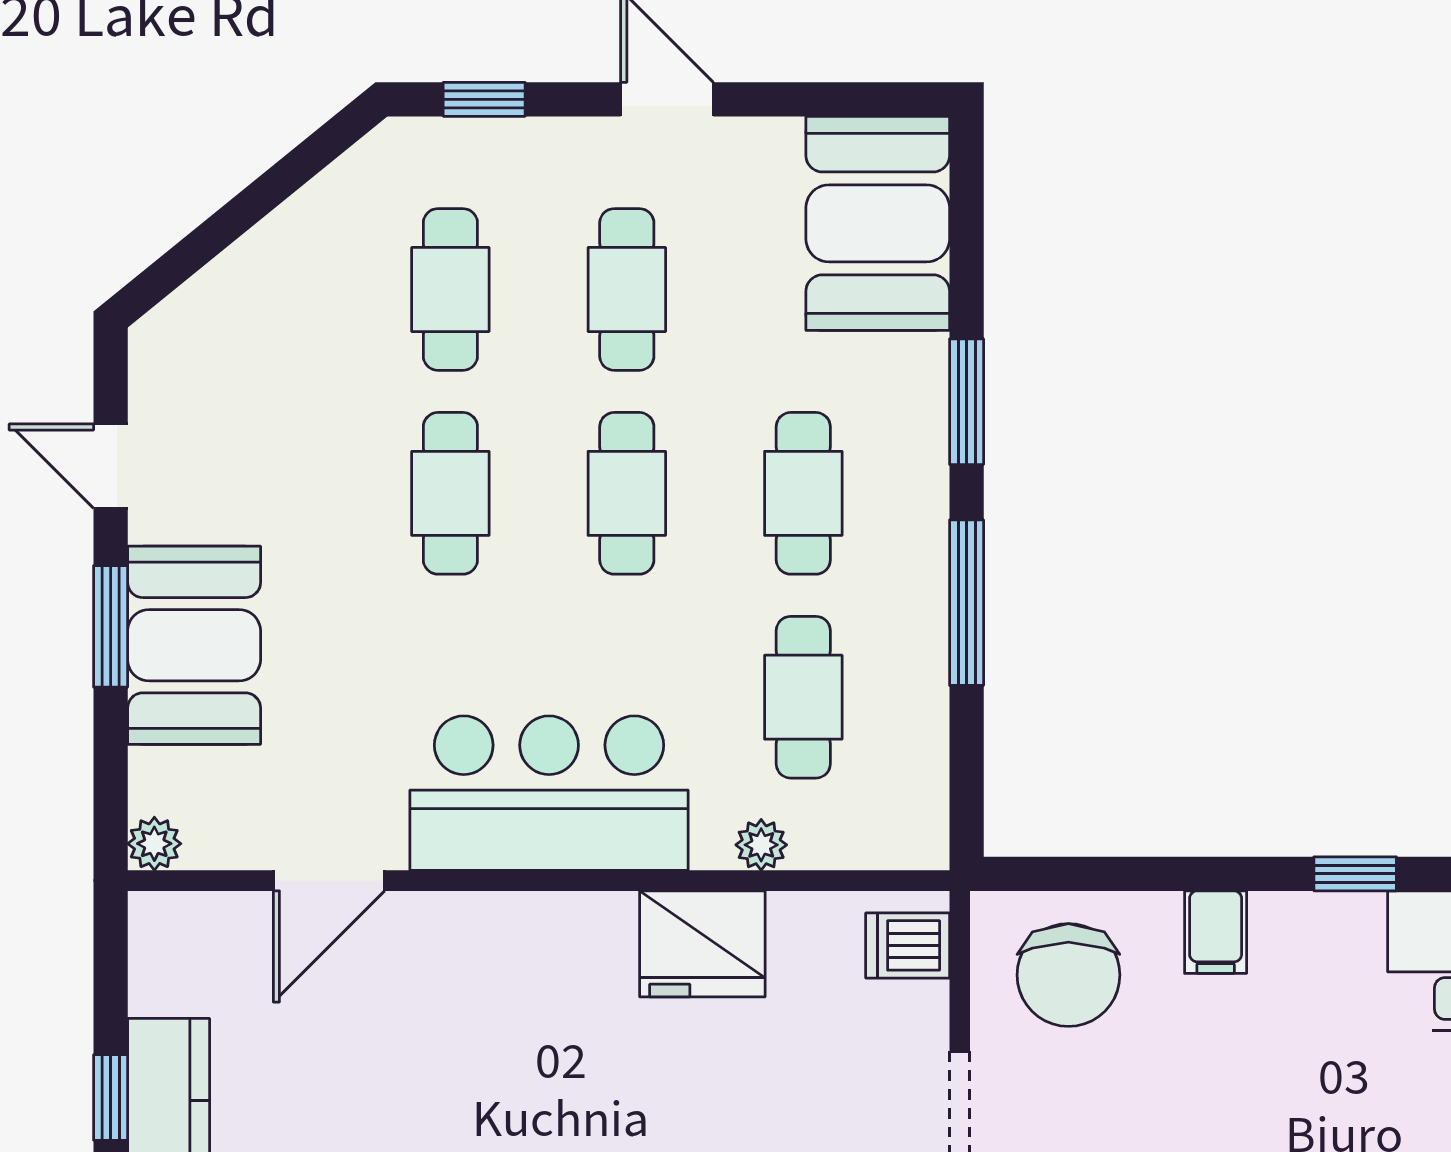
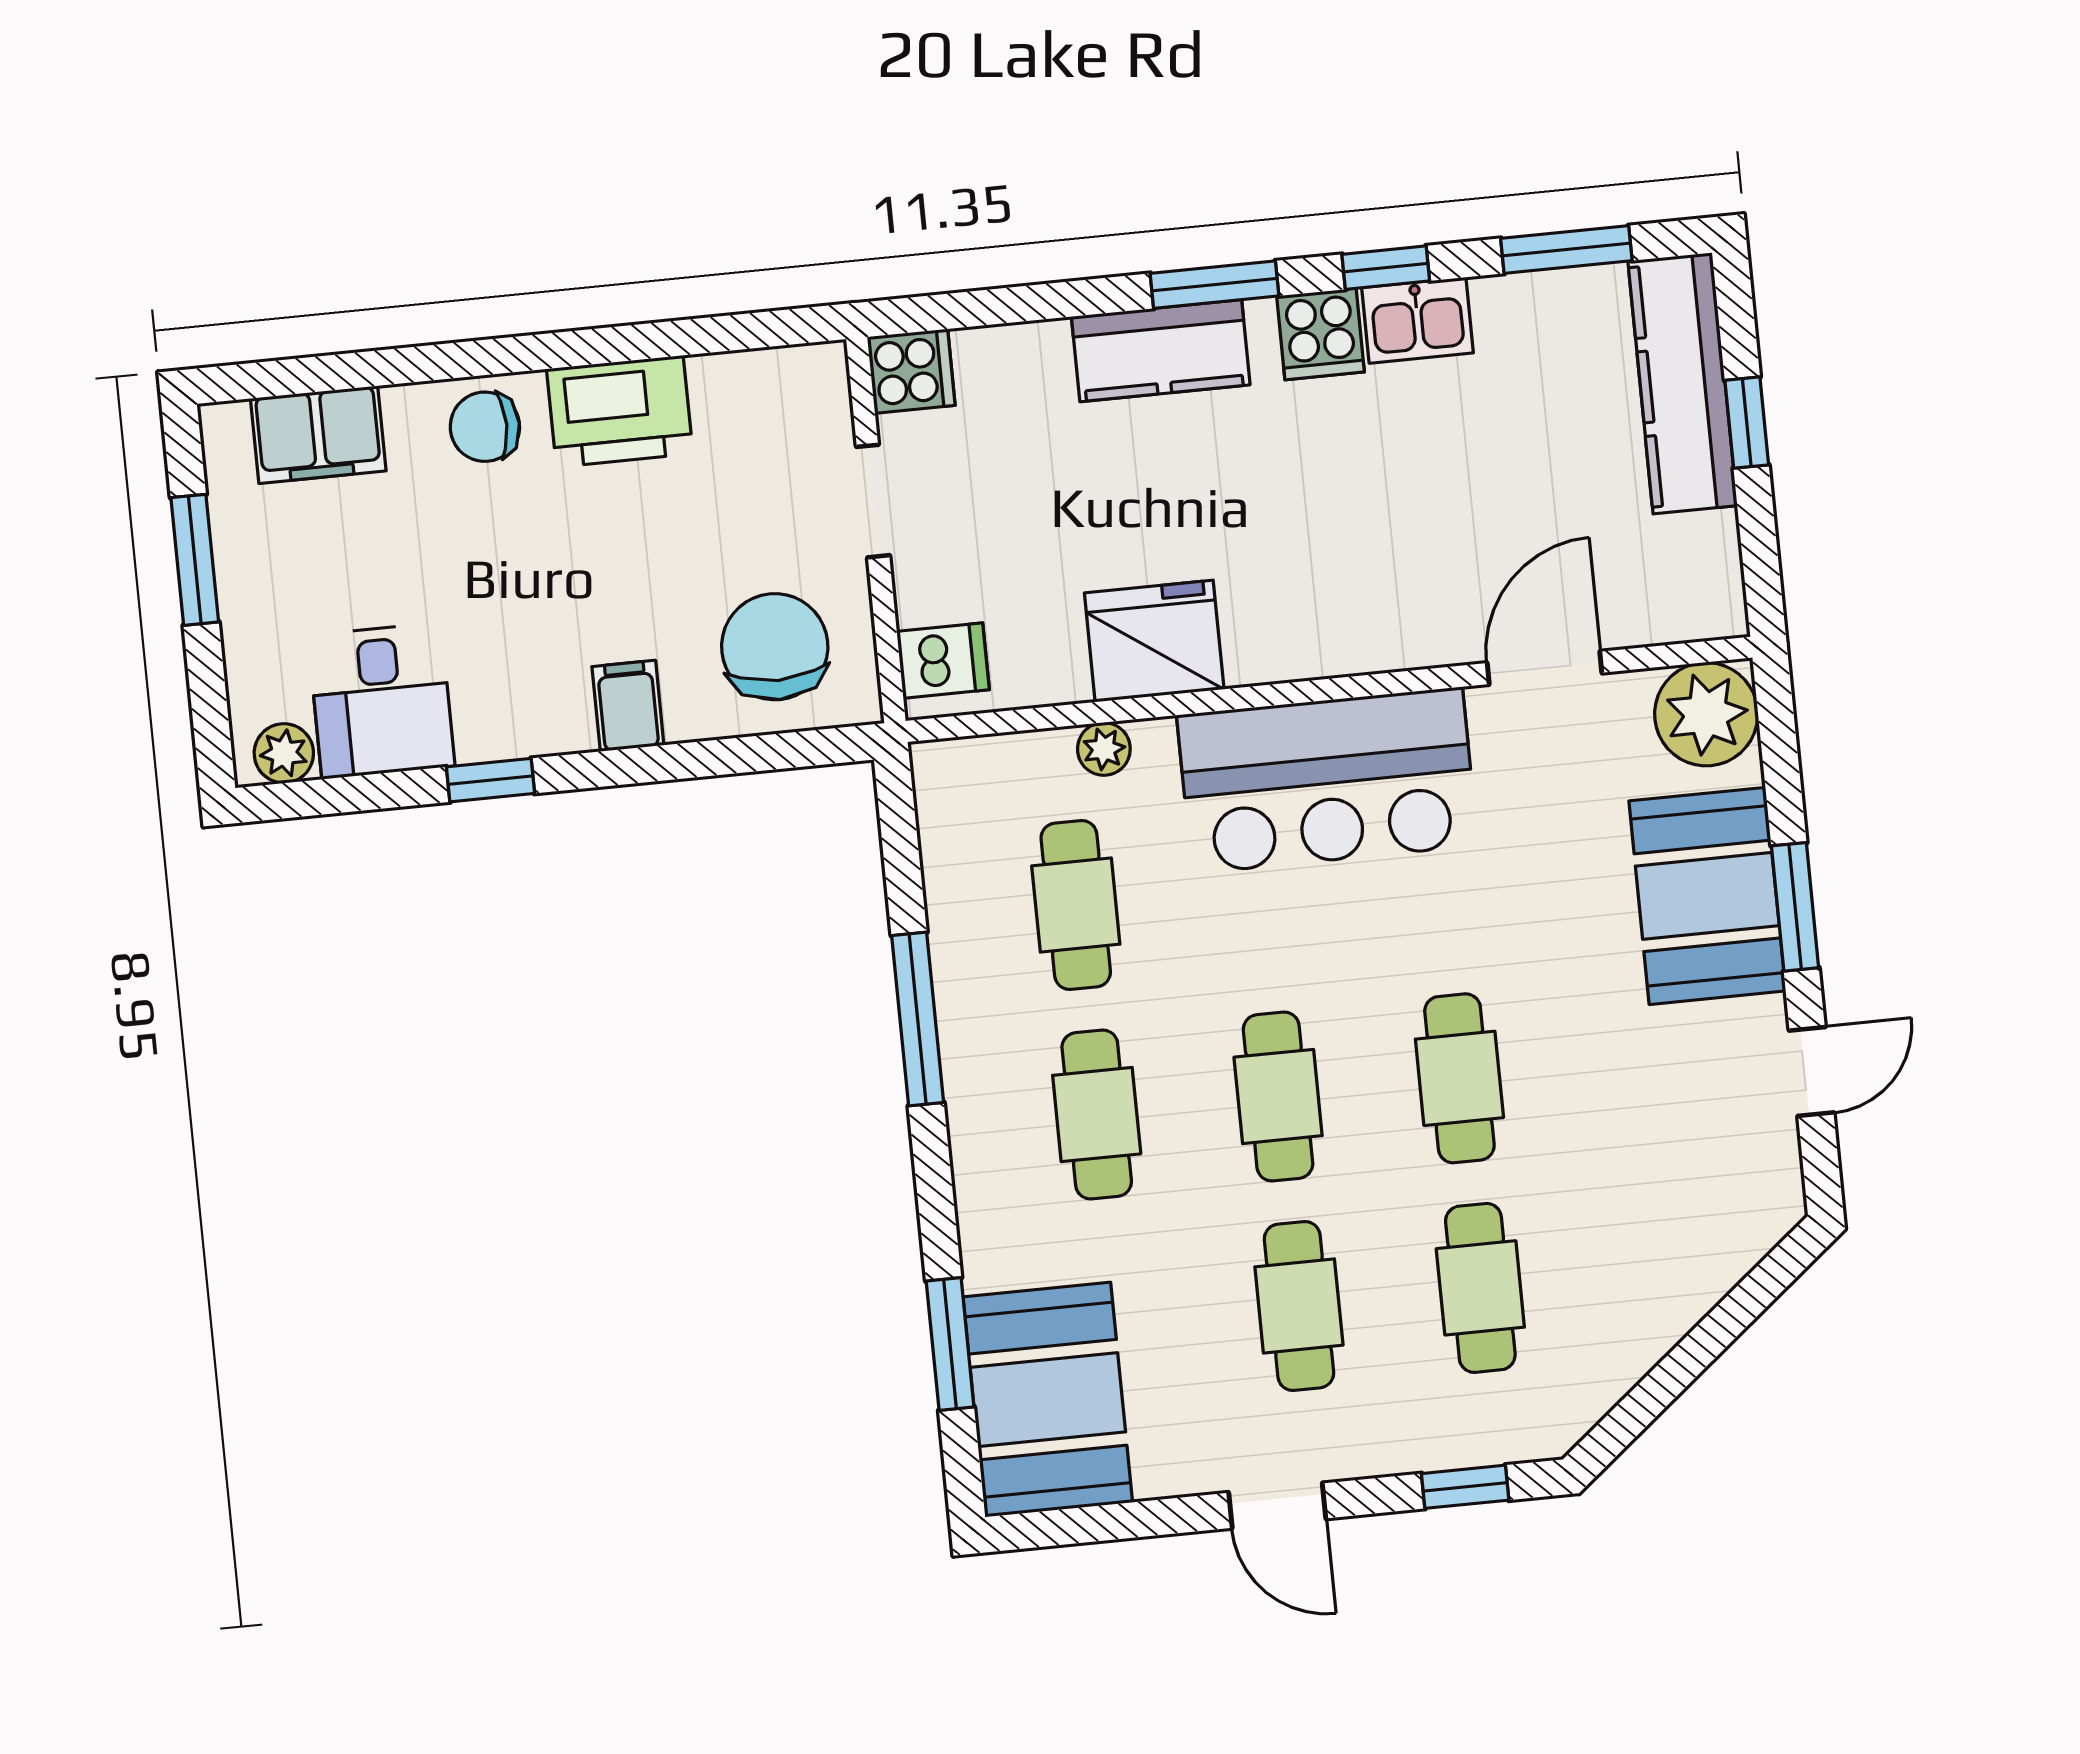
window: (967, 402) -> (950, 1344), moved
door: (111, 466) -> (1811, 1071), hinge flipped
plant: (154, 844) -> (1706, 714), width x1.88, depth x1.88

